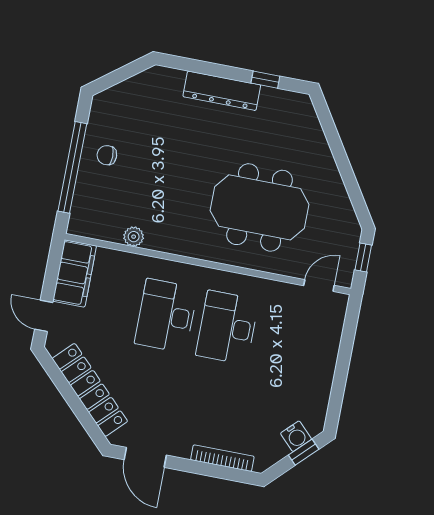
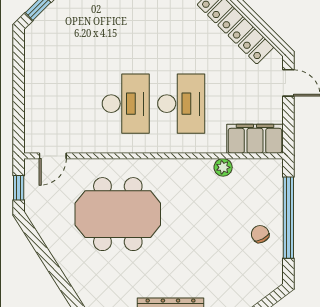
chair: (107, 155) -> (260, 234), turned -118
filing cabinet: (75, 273) -> (255, 139), moved, turned 90
water cooler: (296, 436) -> (47, 20), removed

